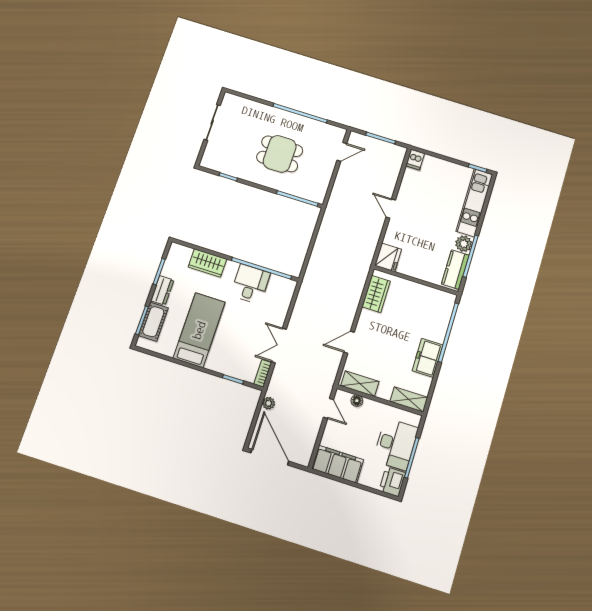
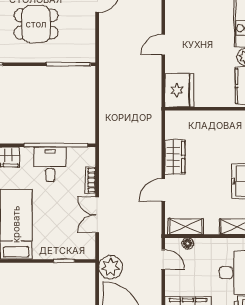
door: (391, 209) -> (163, 45), hinge flipped
fridge: (388, 257) -> (179, 90), width x1.36, depth x1.34
wardrobe: (376, 294) -> (175, 157), moved
bookcase: (263, 373) -> (90, 180), moved
plant: (269, 403) -> (110, 267), width x1.88, depth x1.88

